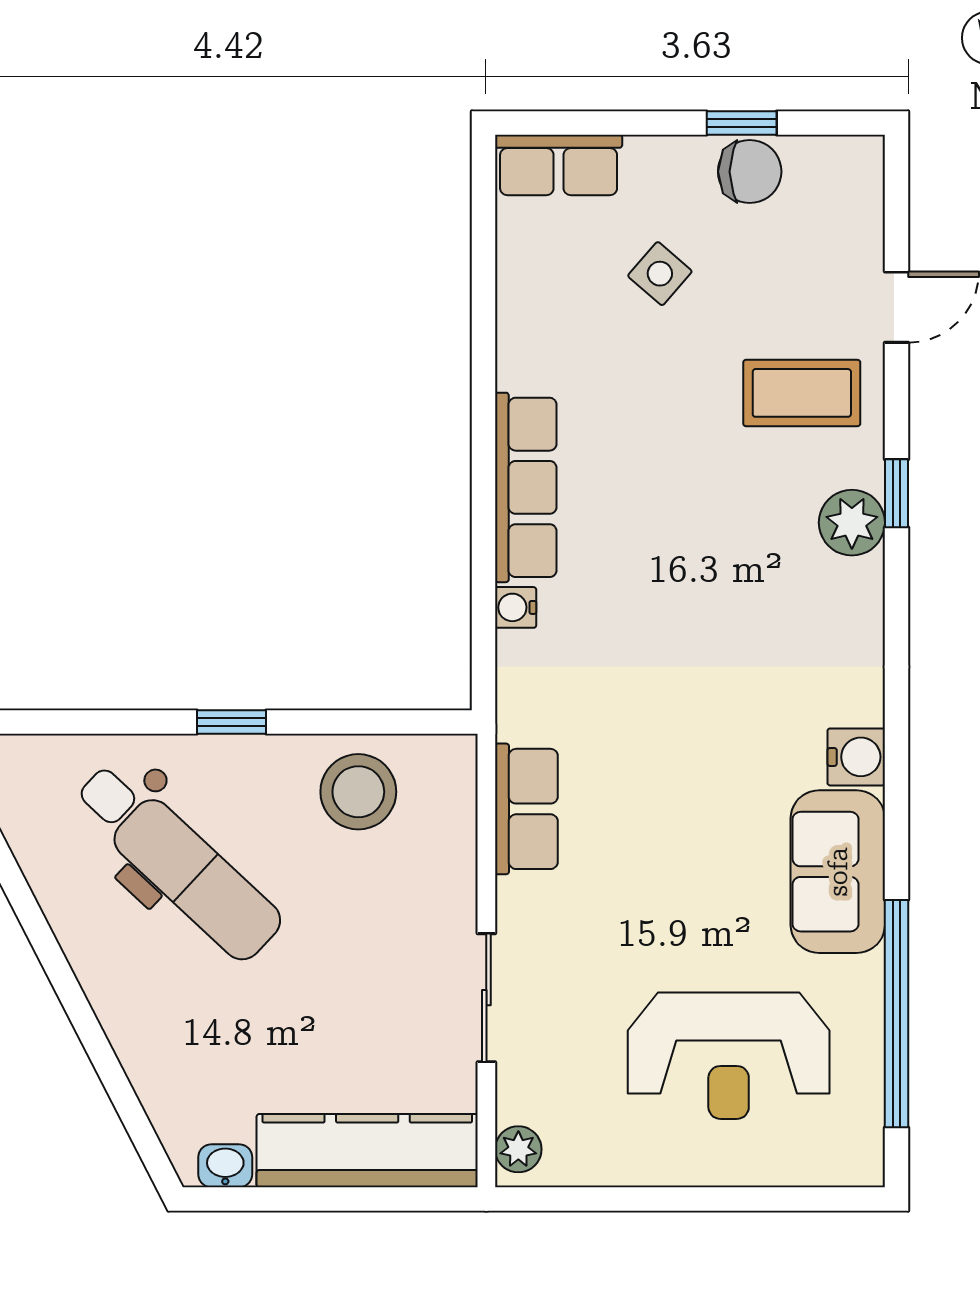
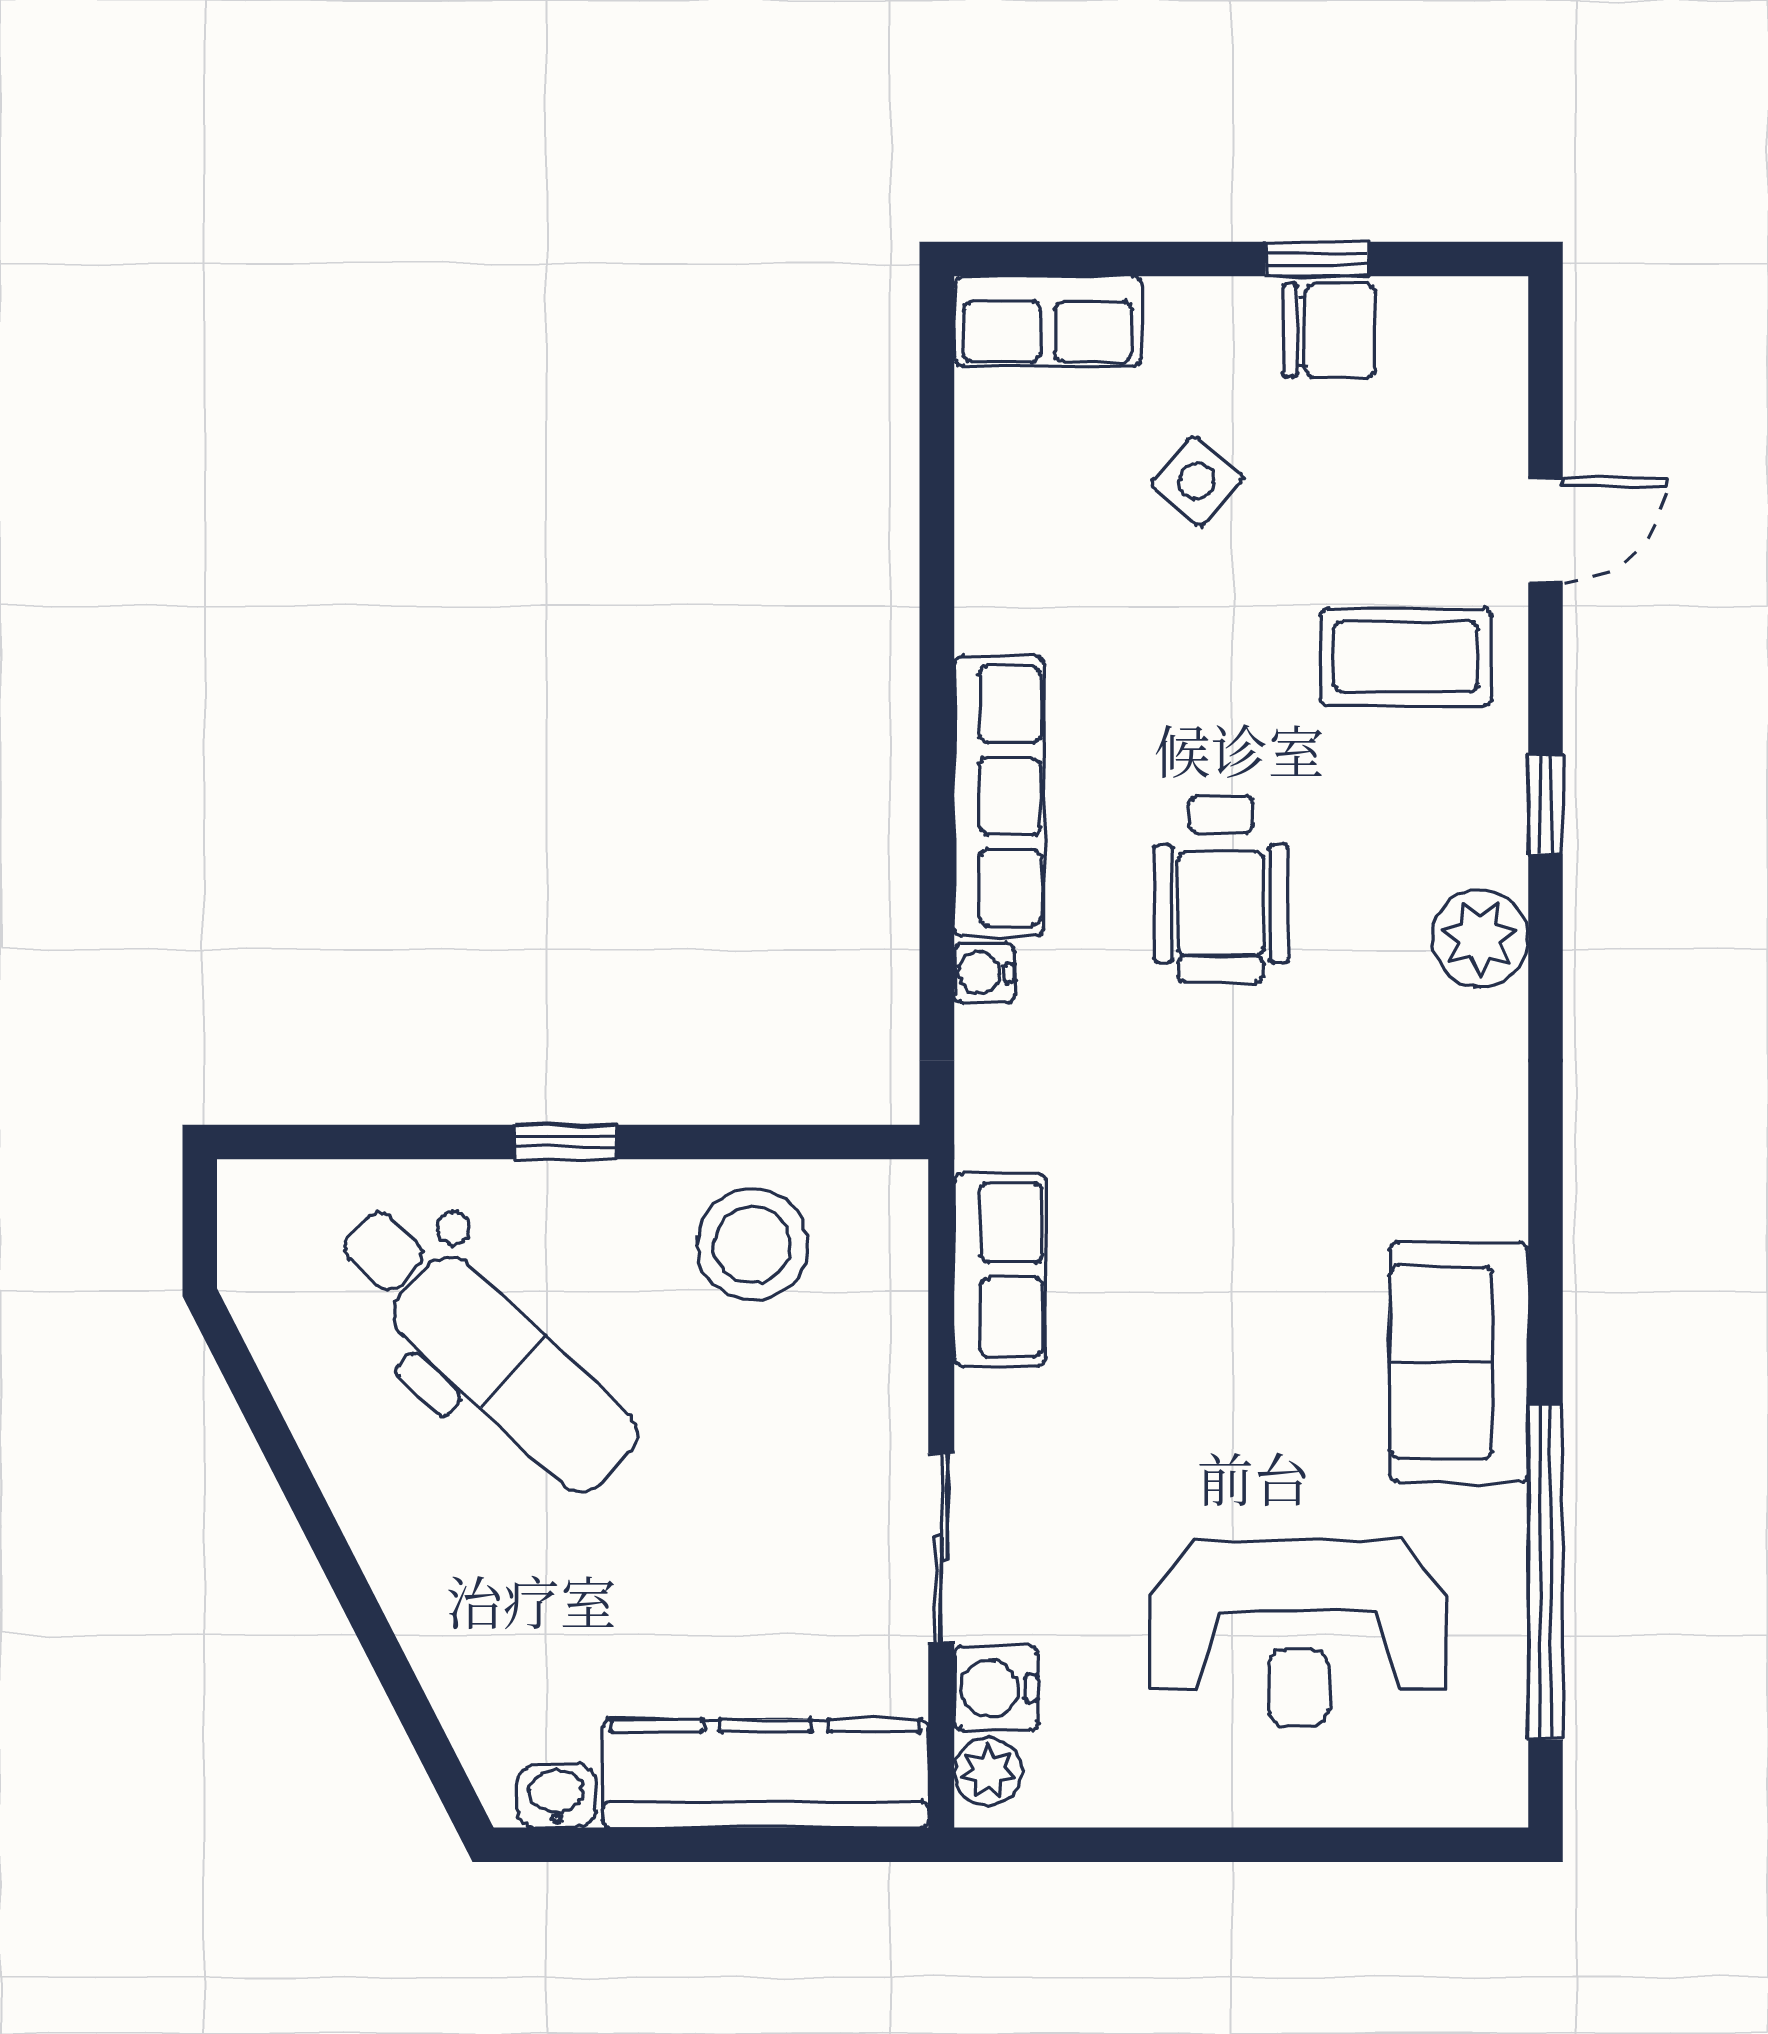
plant: (852, 523) -> (1480, 938), moved
wheelchair: (676, 550) -> (1221, 889), added
water cooler: (856, 757) -> (996, 1688), moved, turned 180

